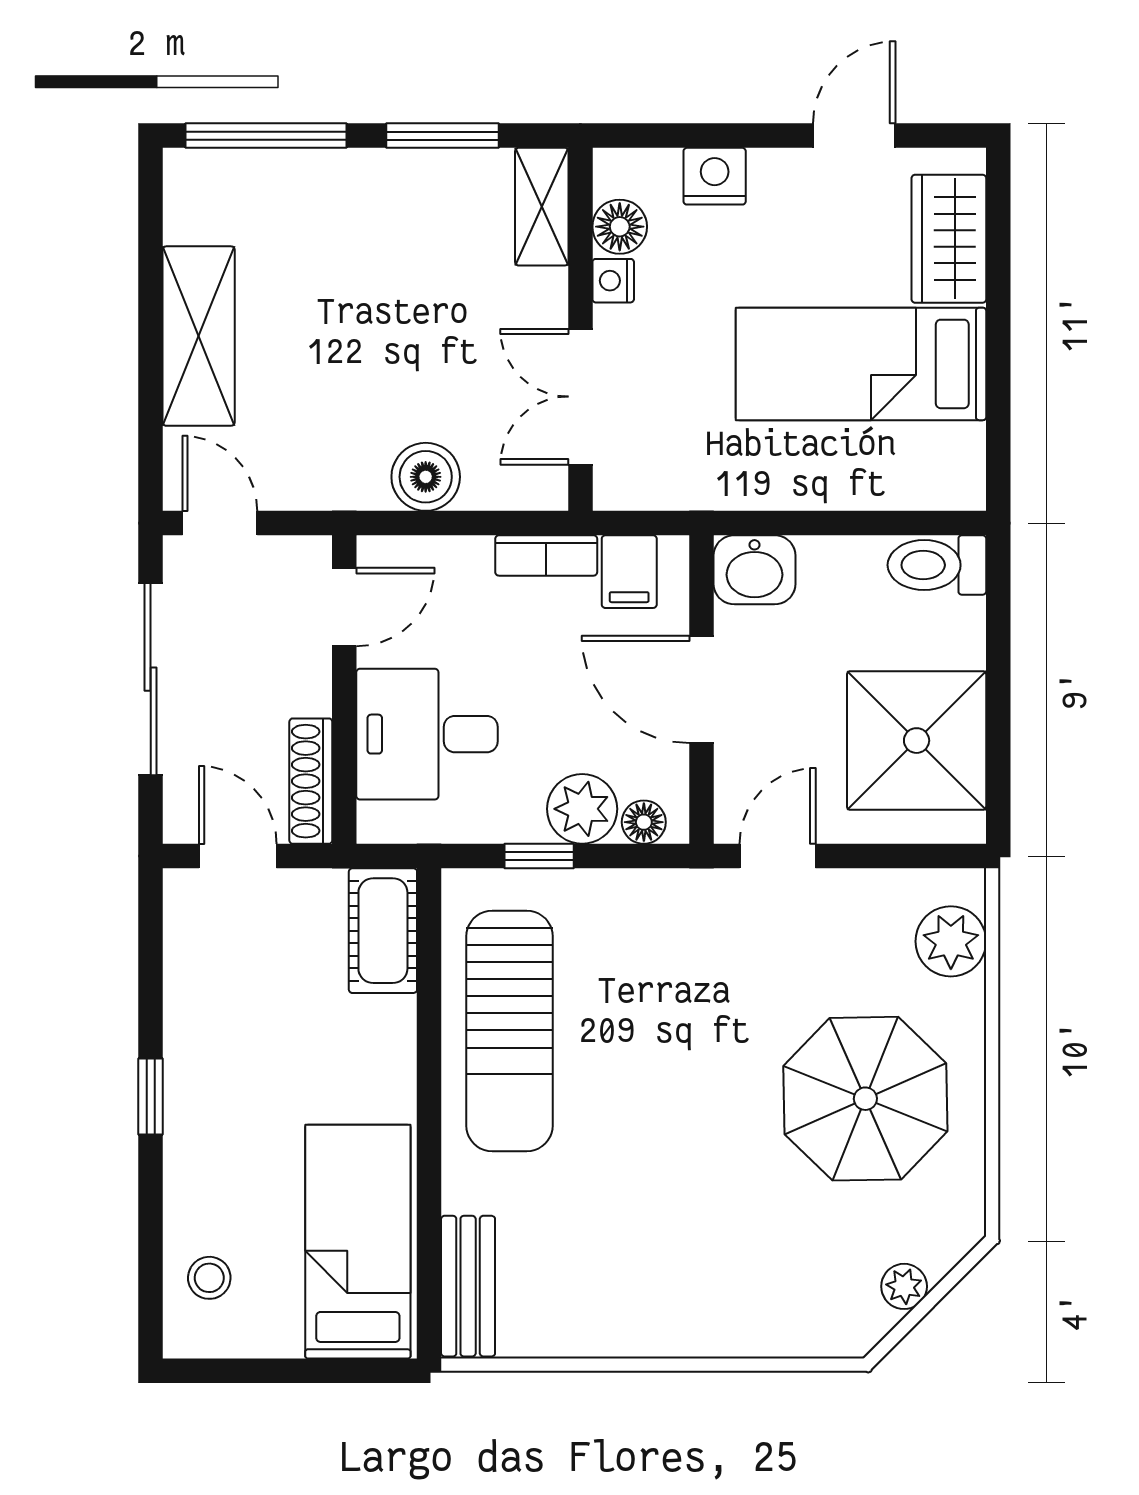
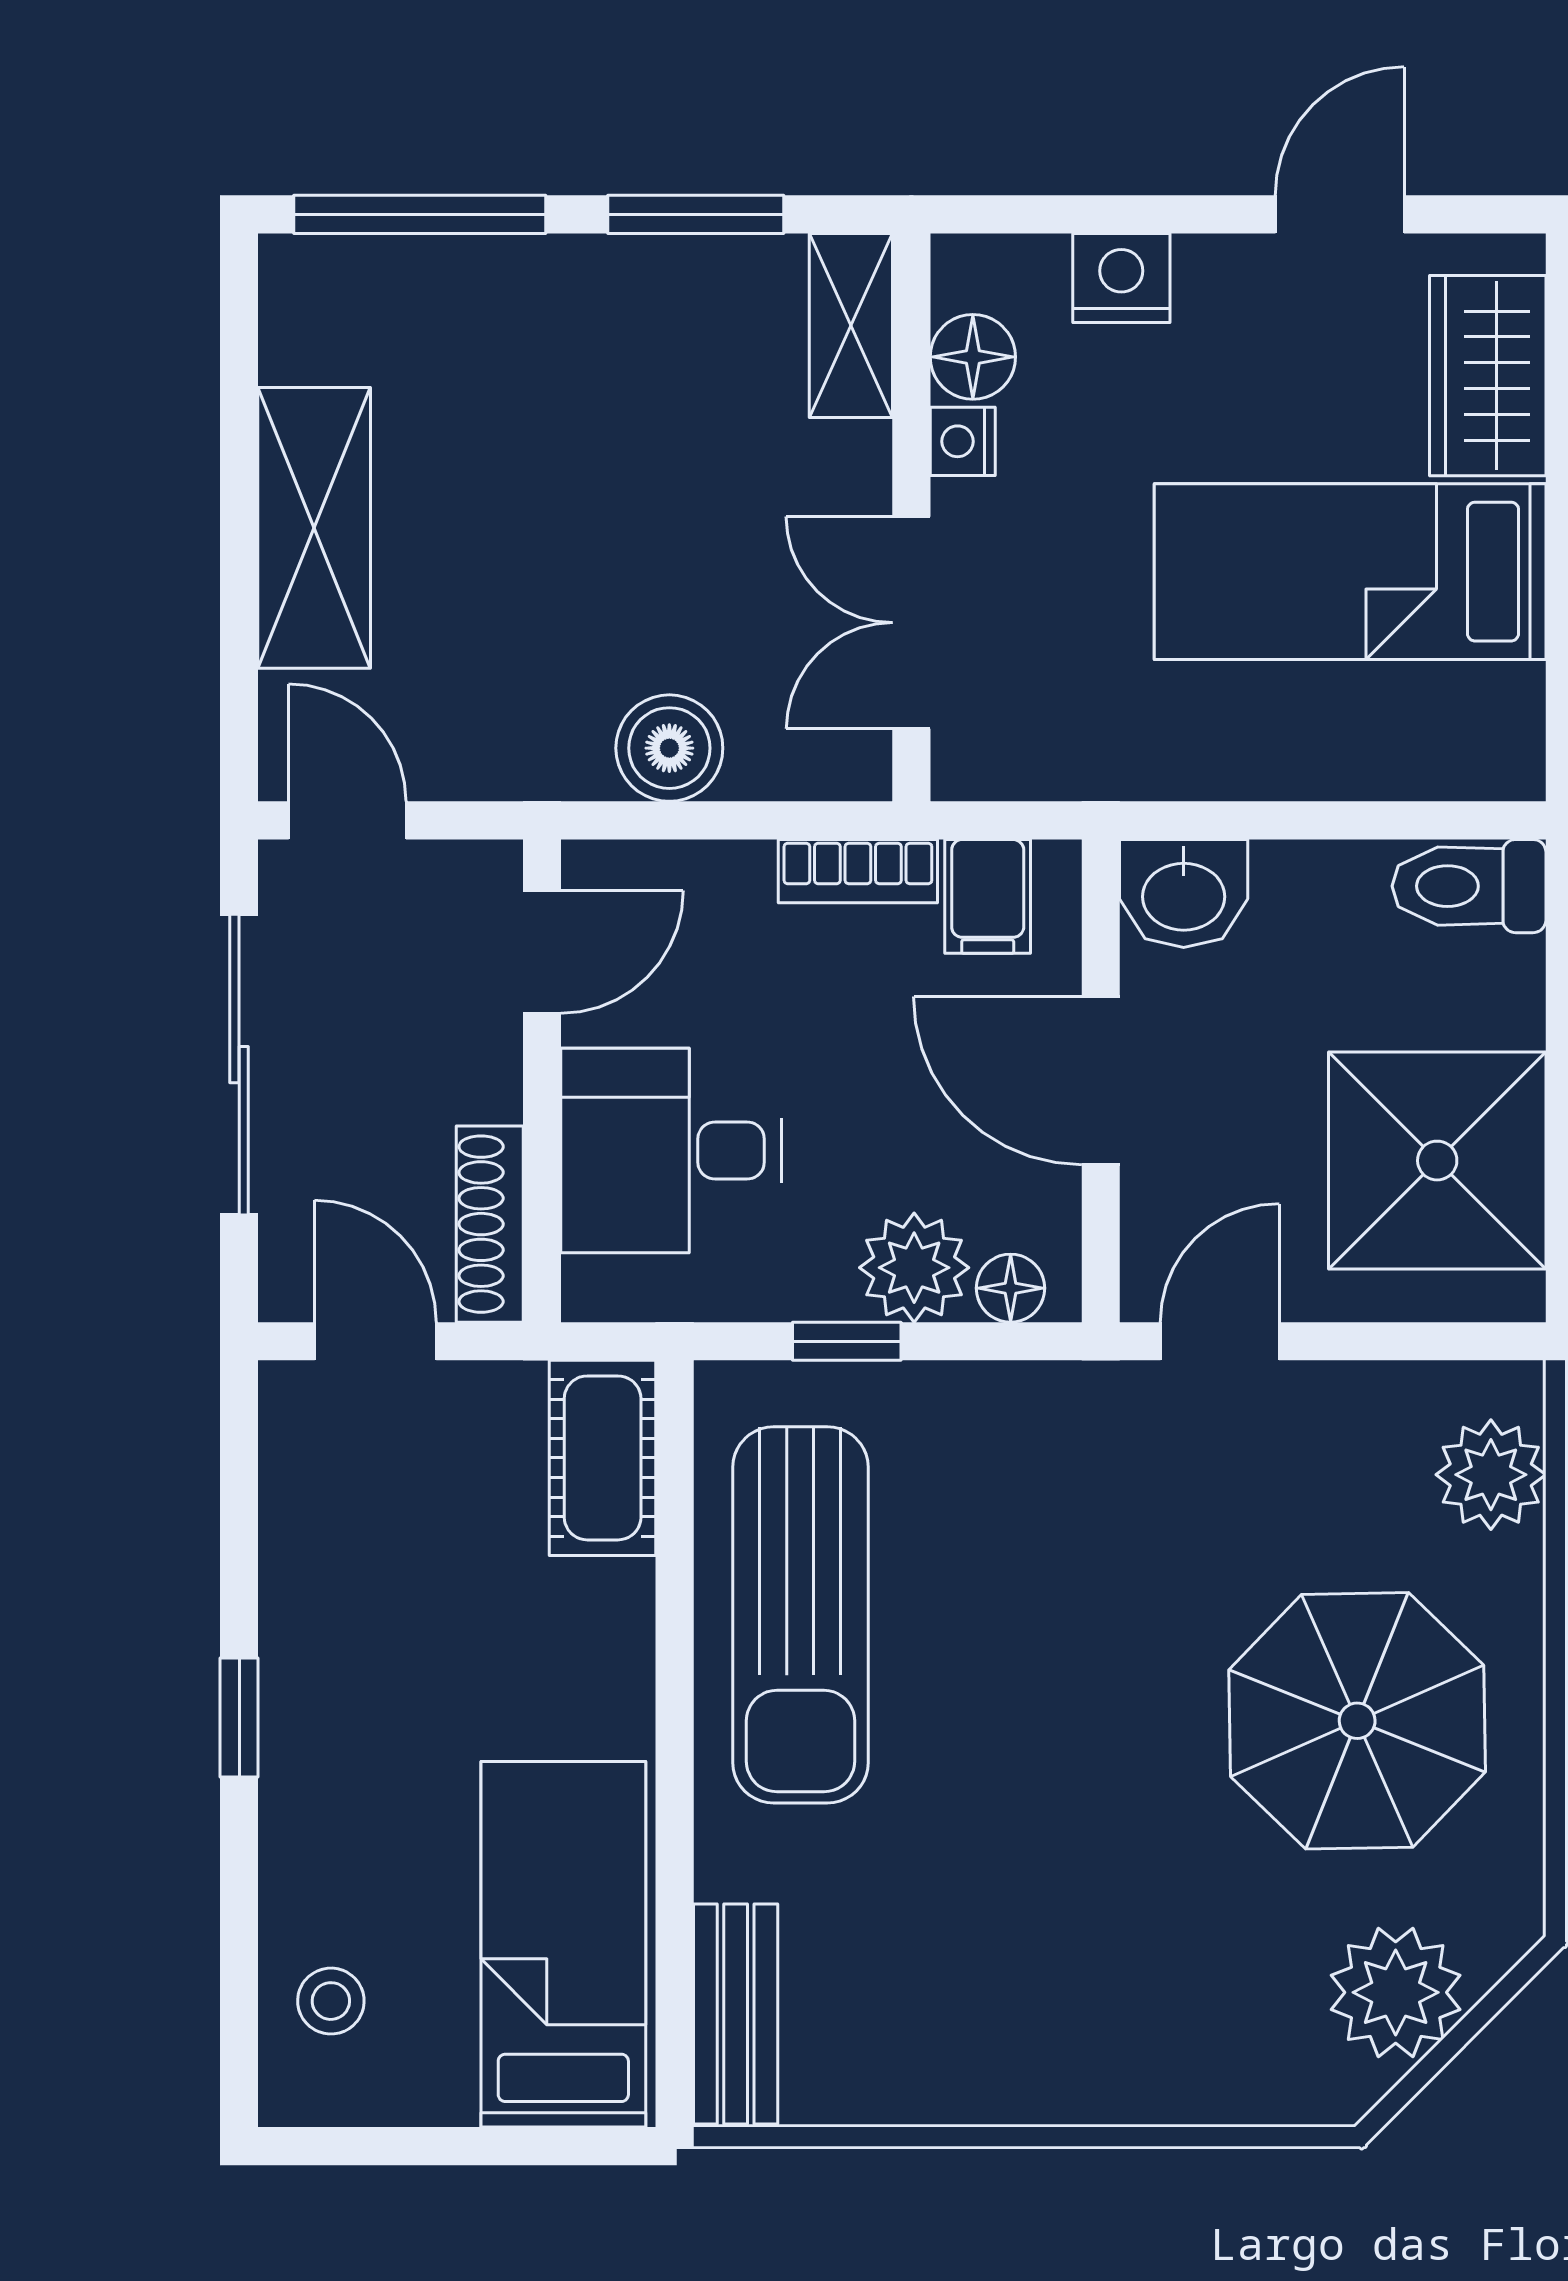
plant: (904, 1286) -> (1396, 1992), width x1.88, depth x1.88

